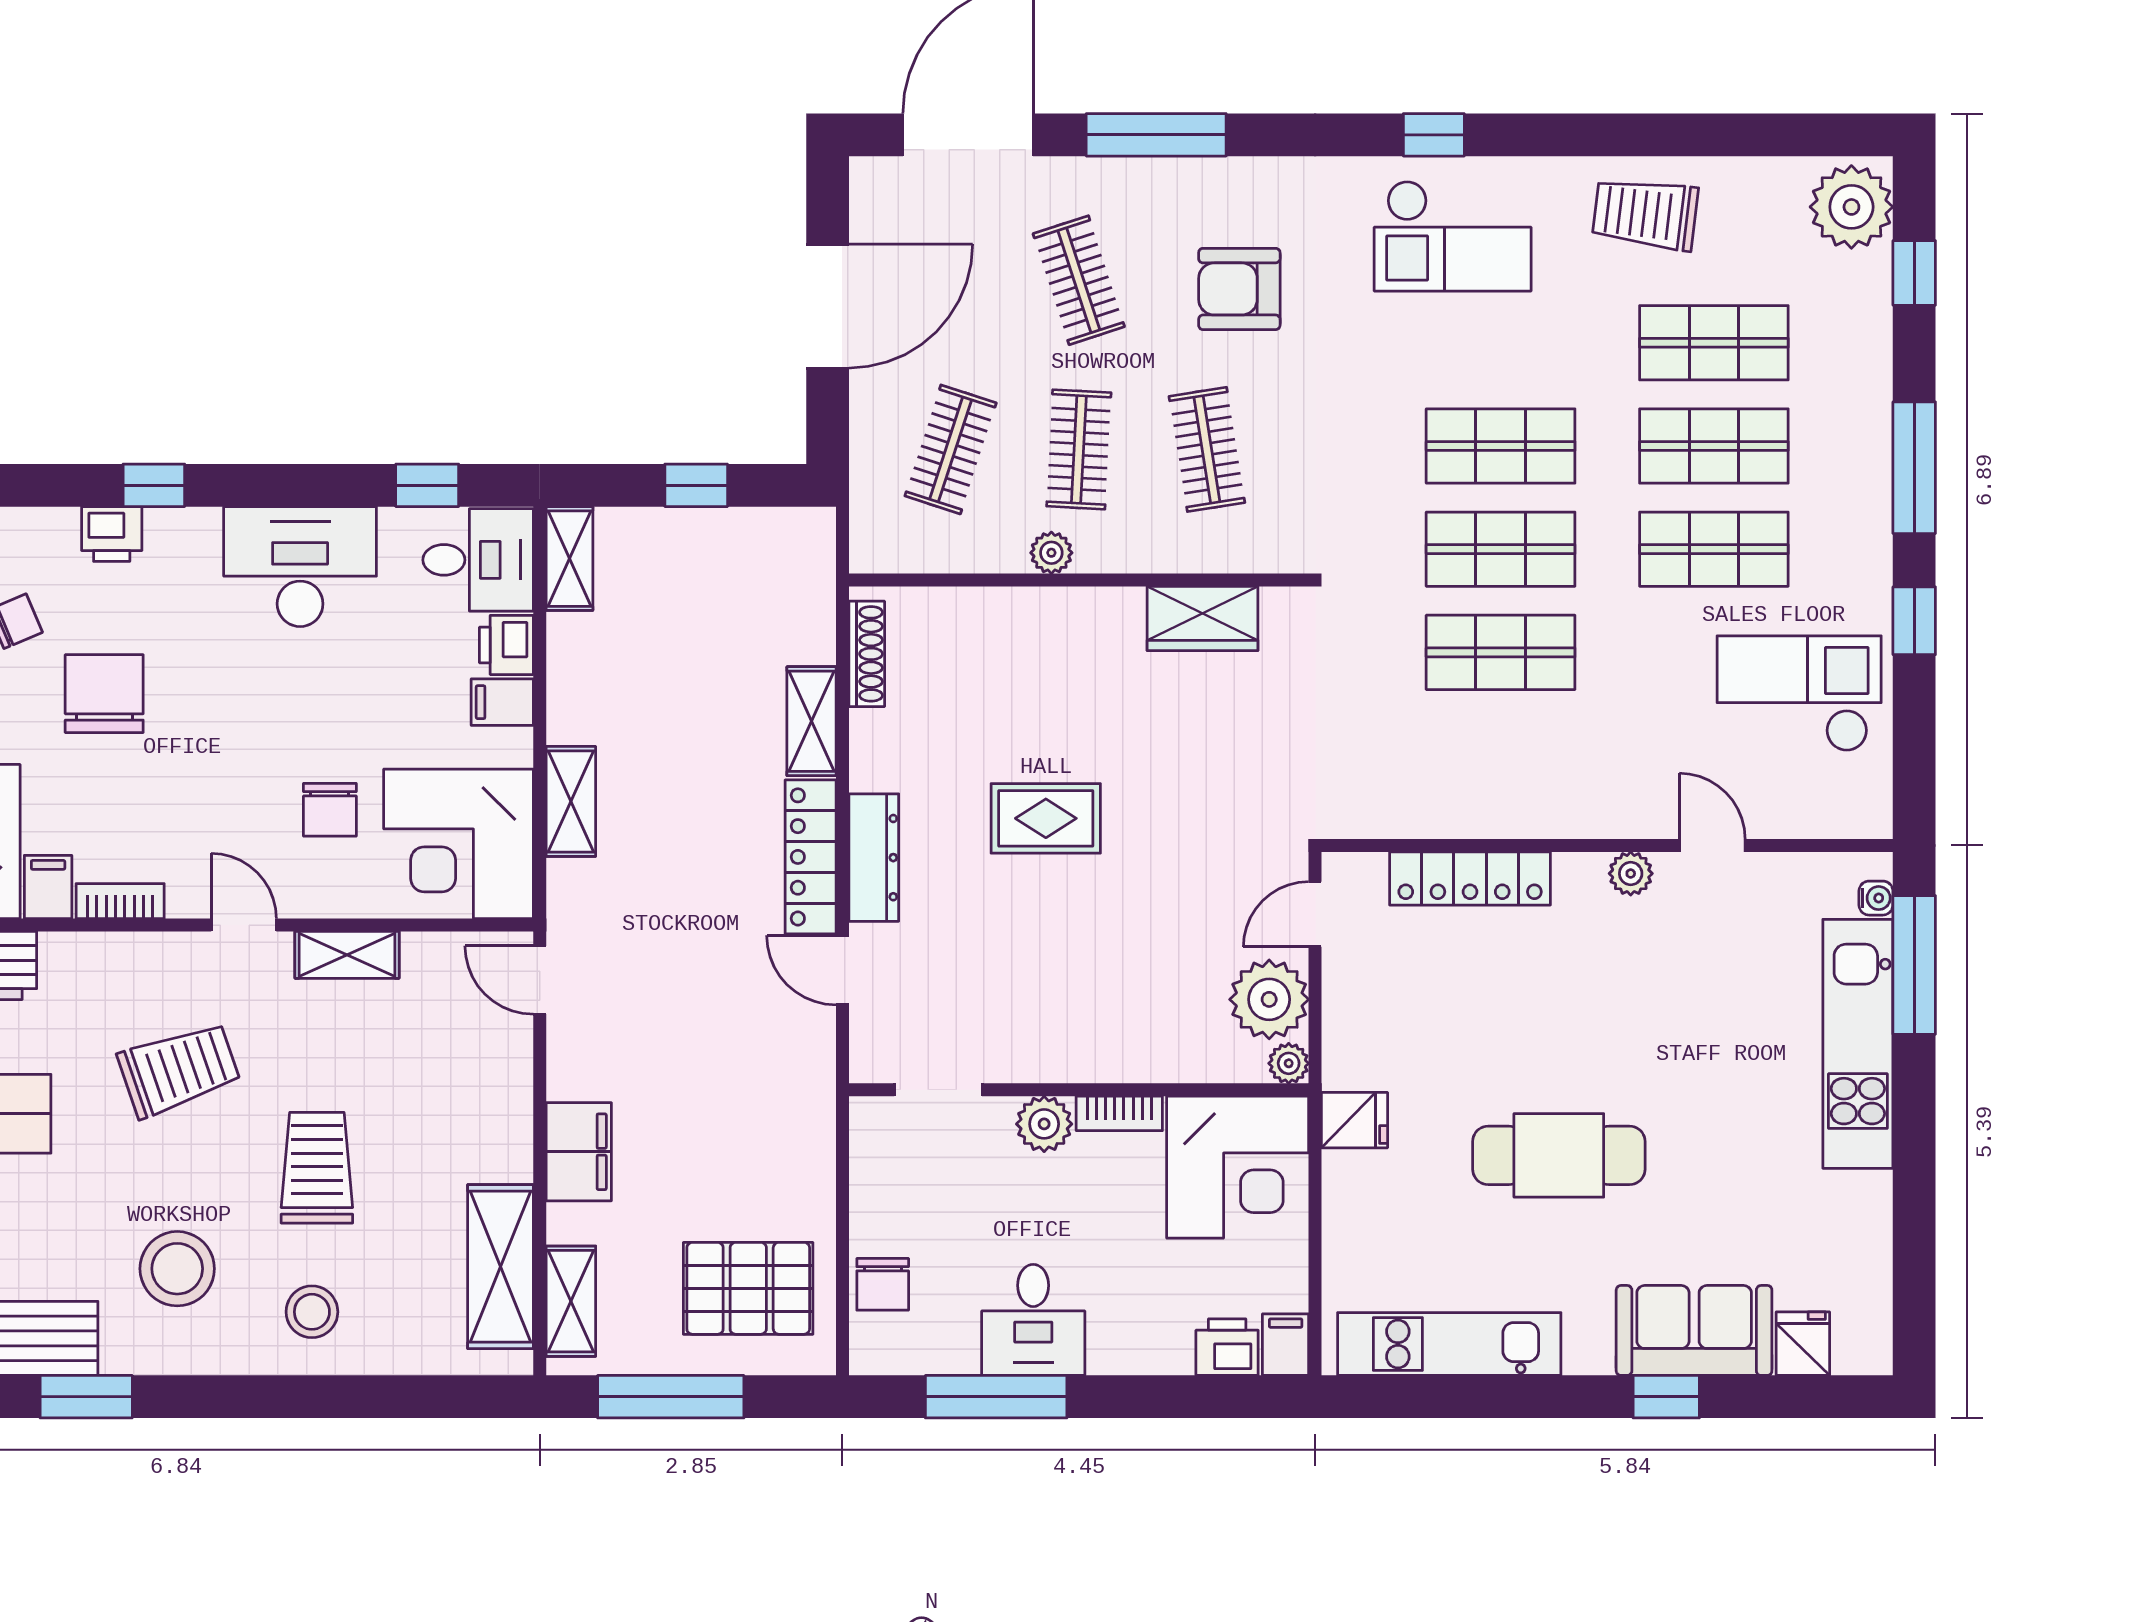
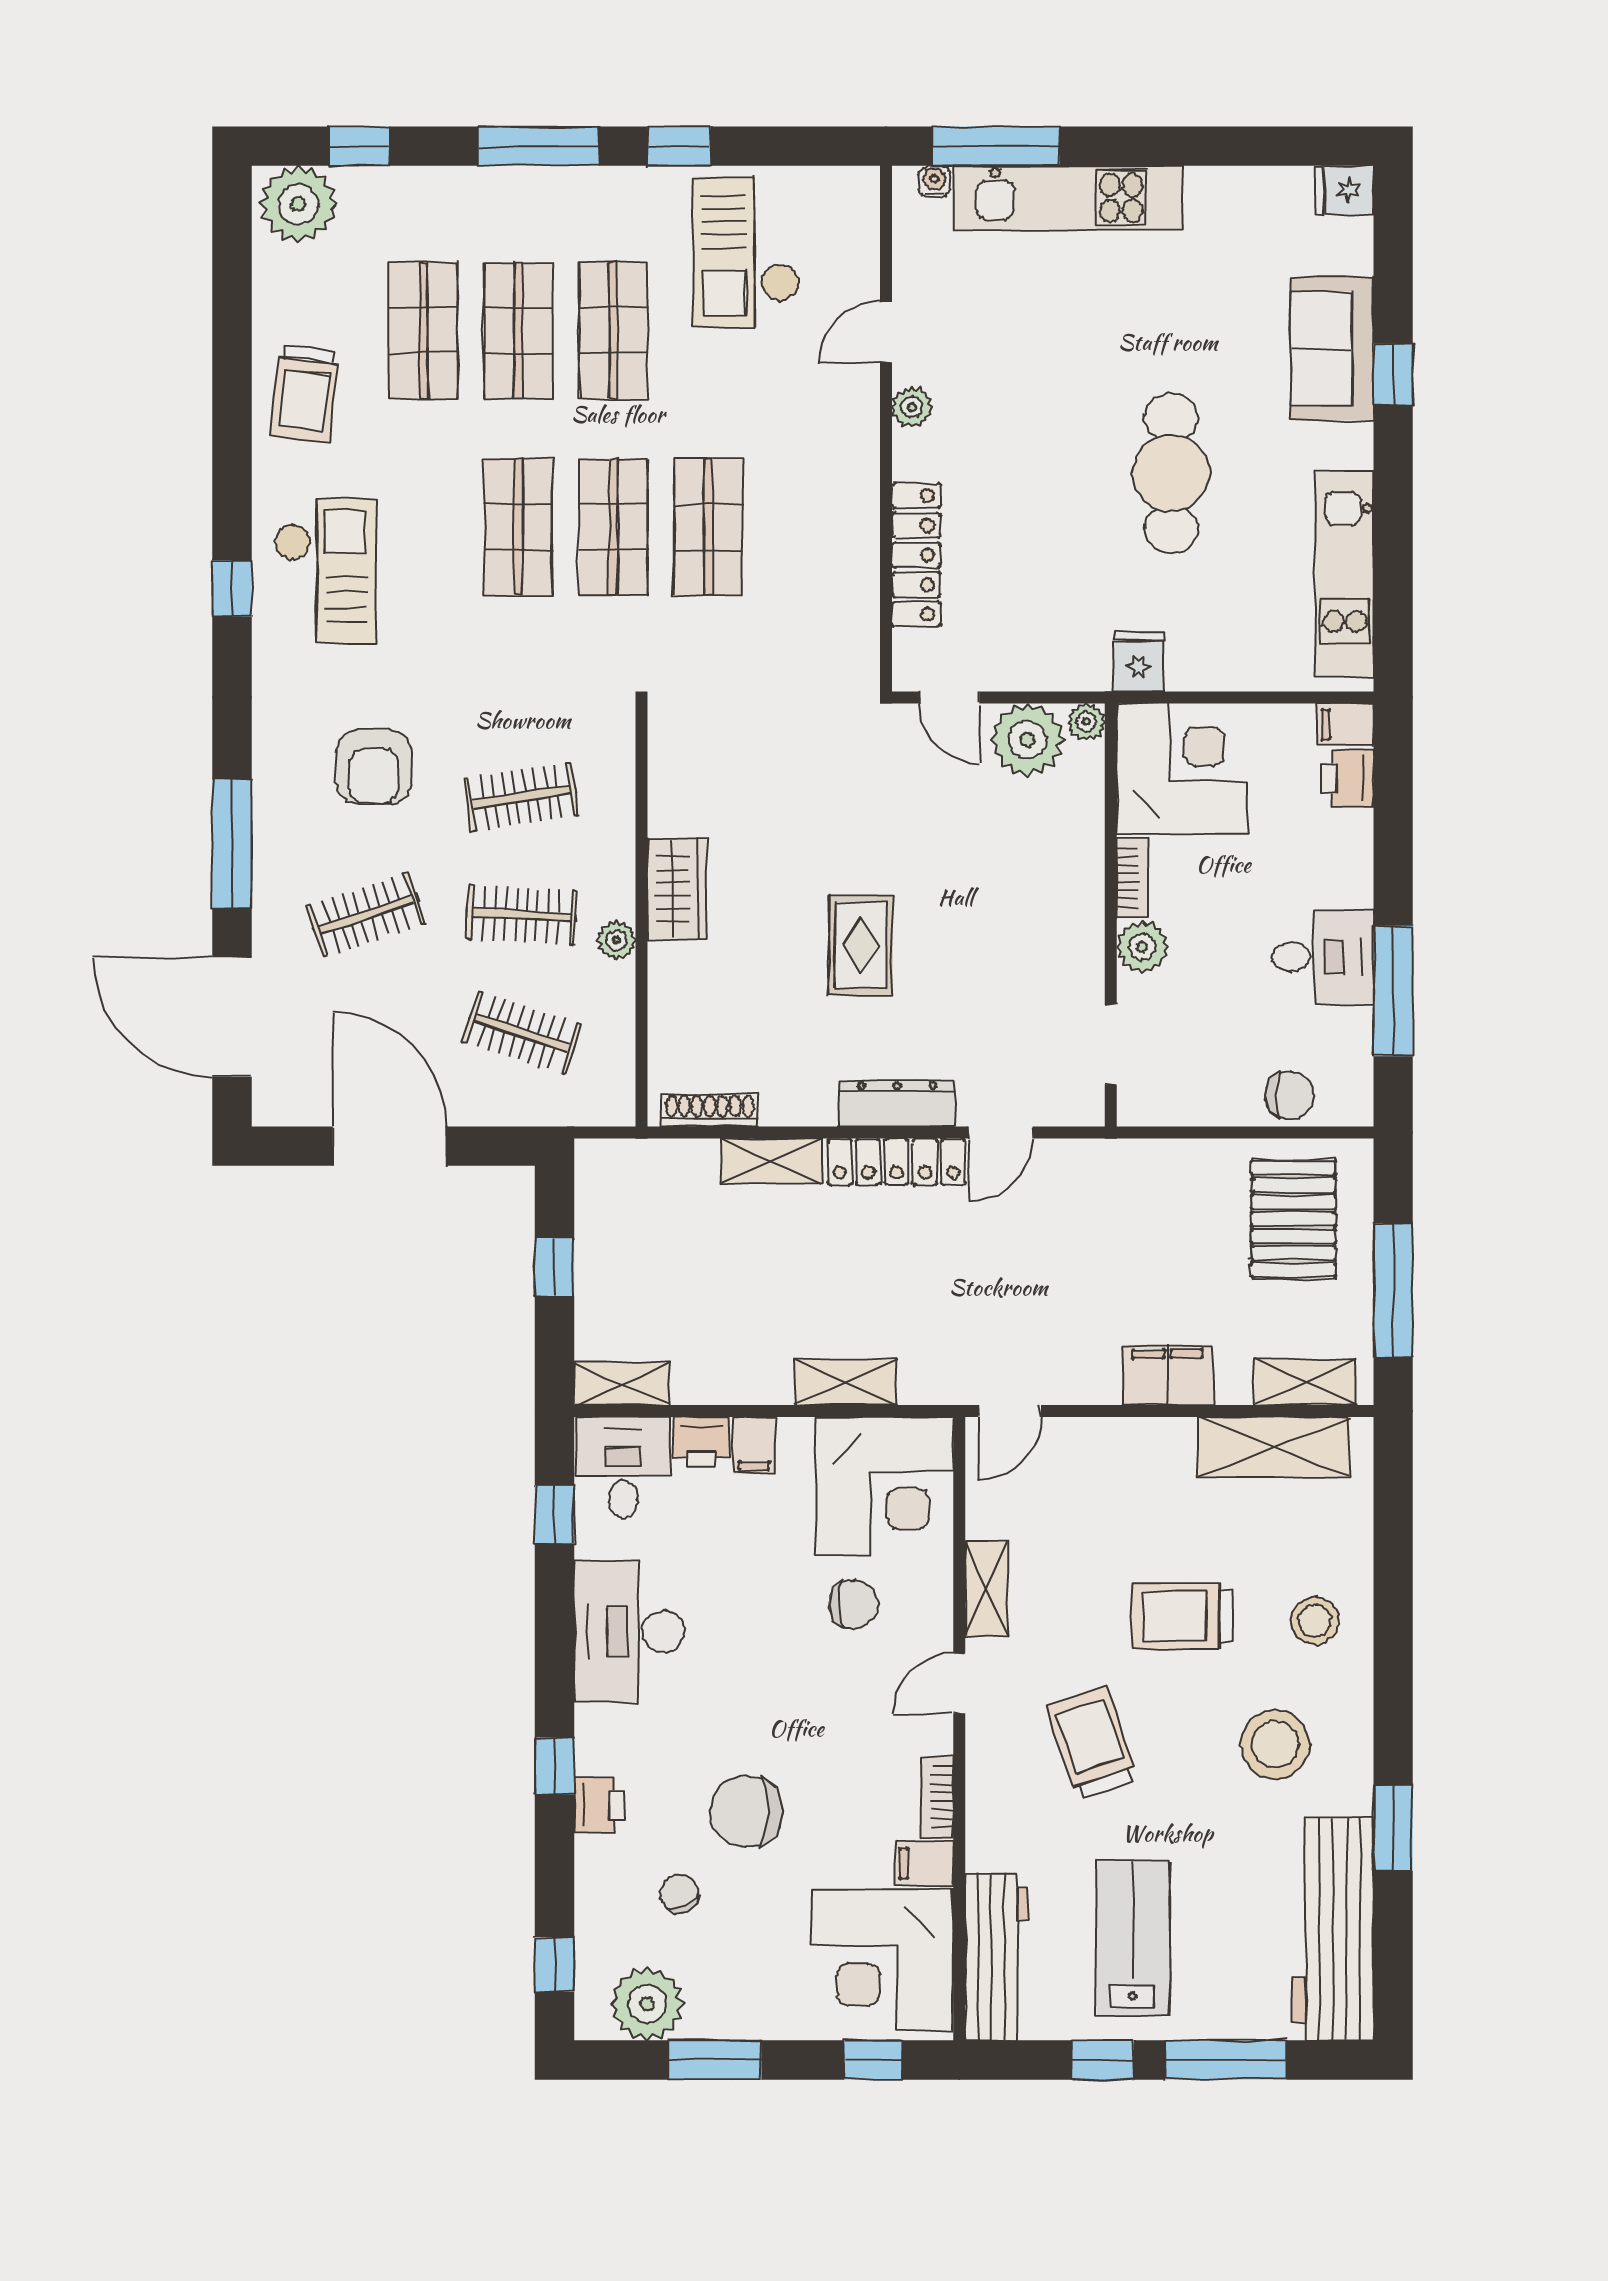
wardrobe: (1202, 618) -> (677, 889), moved
fridge: (1803, 1344) -> (1344, 190), moved

